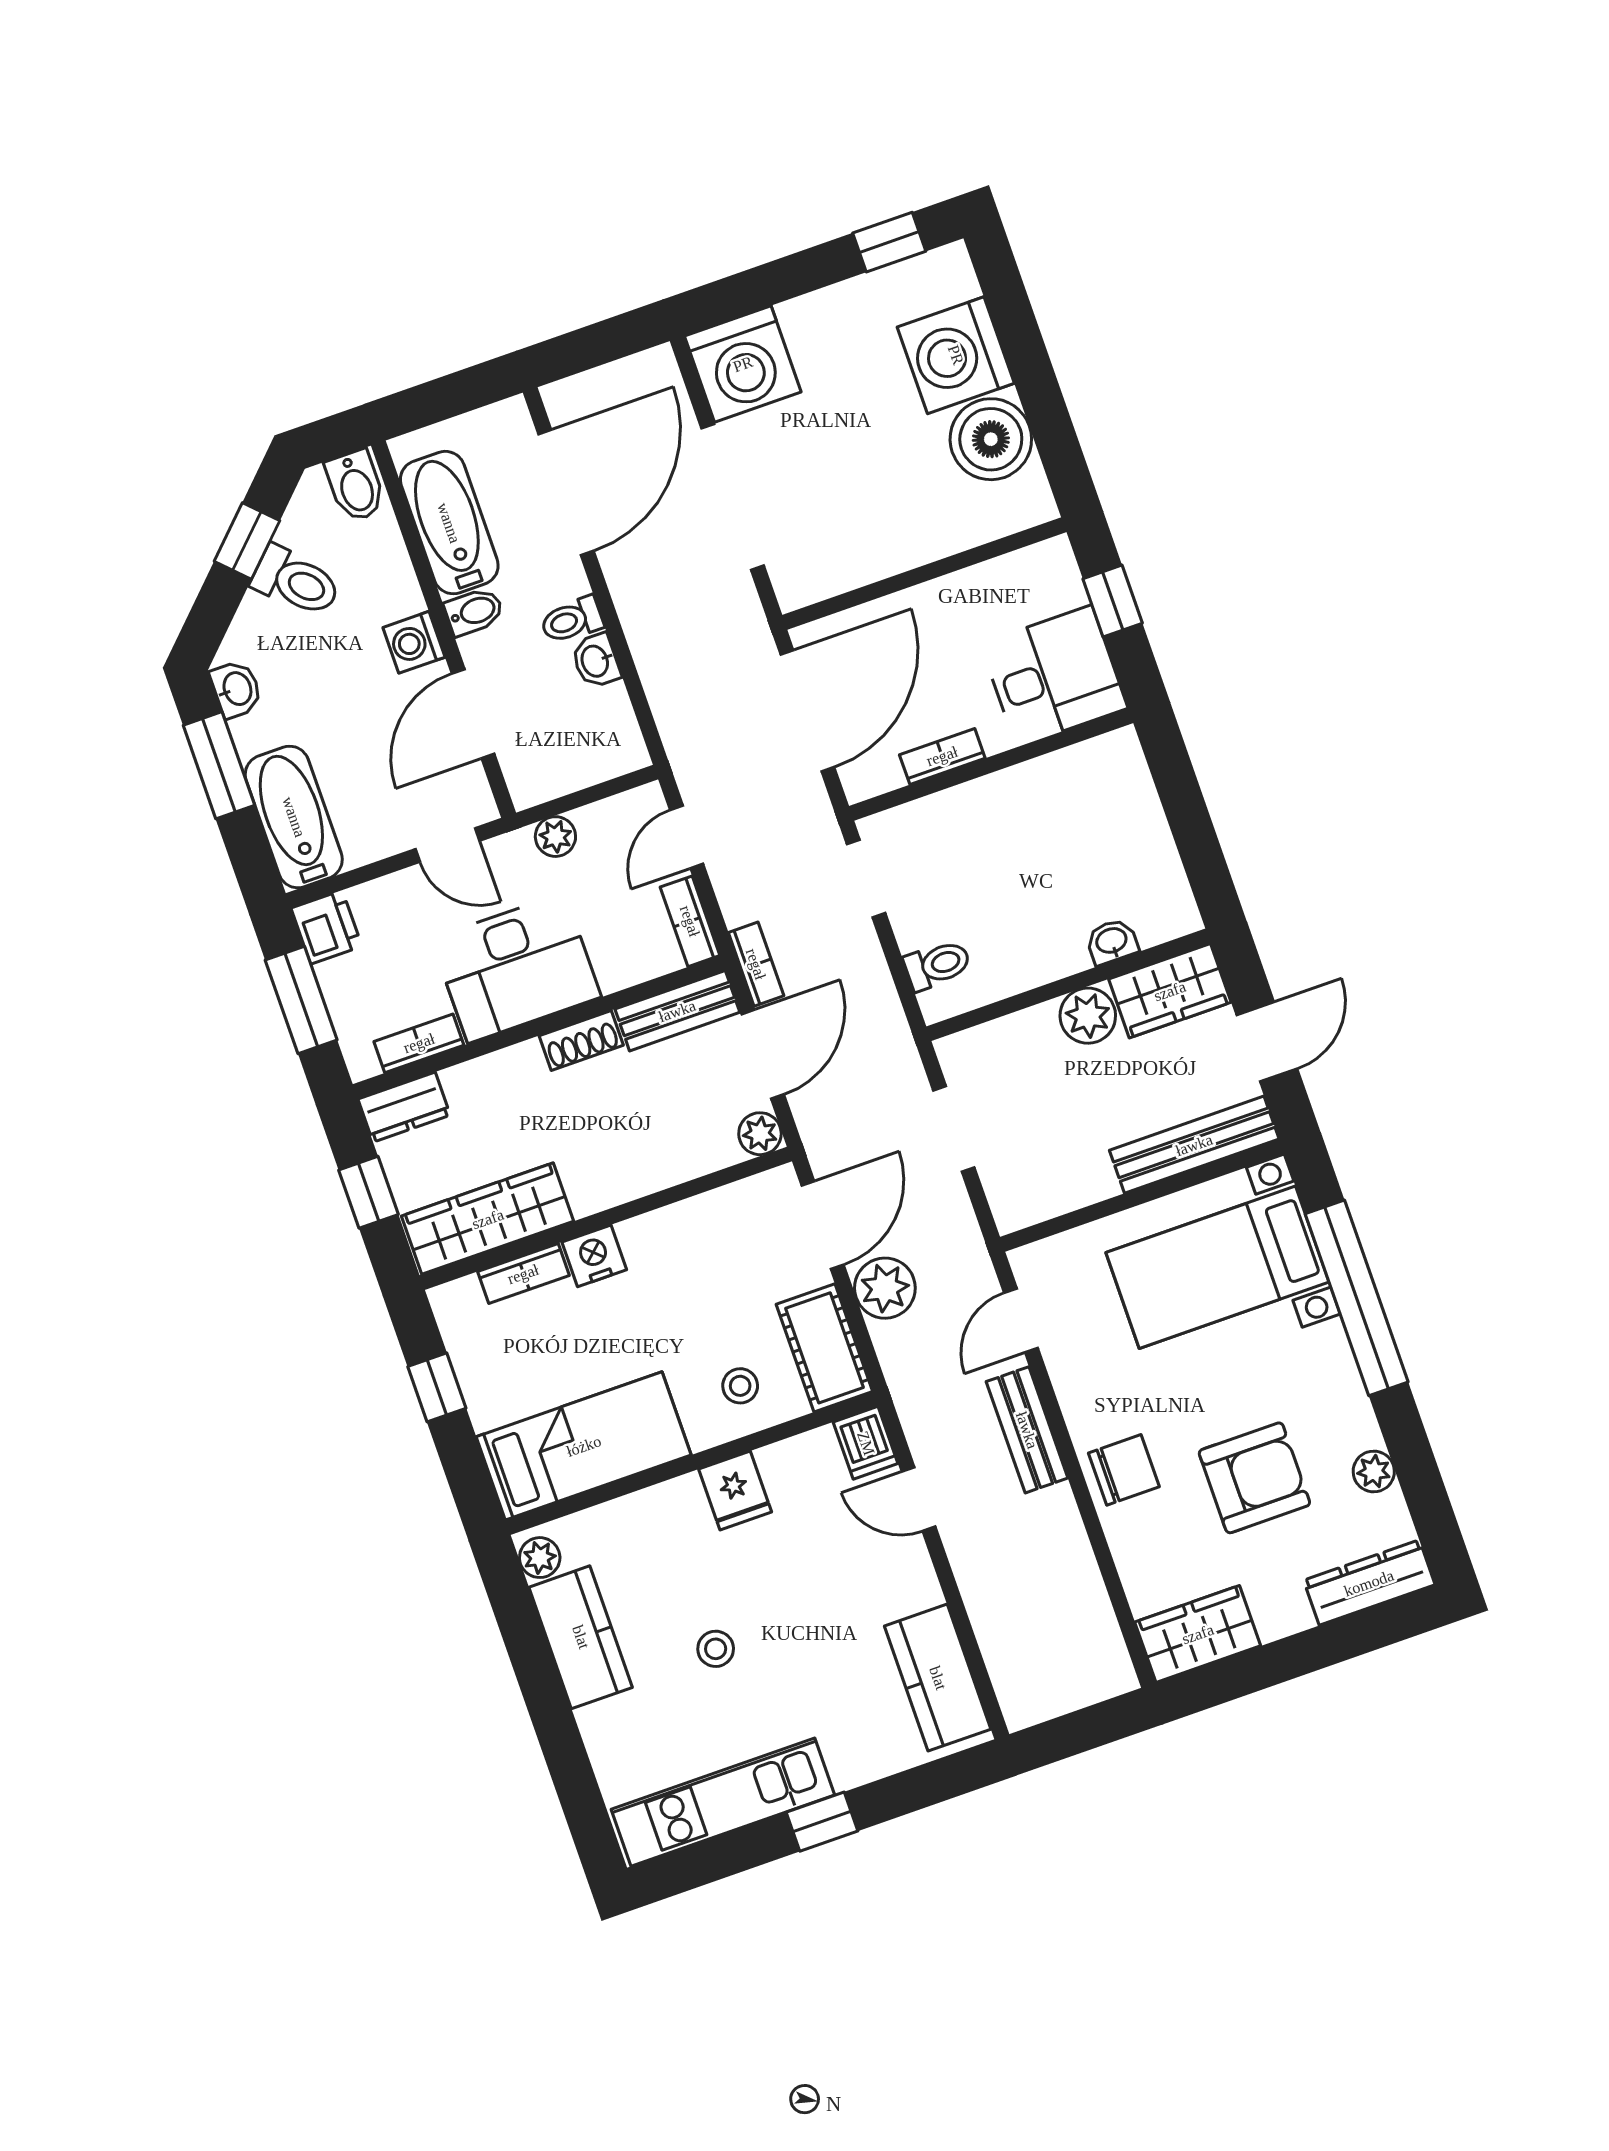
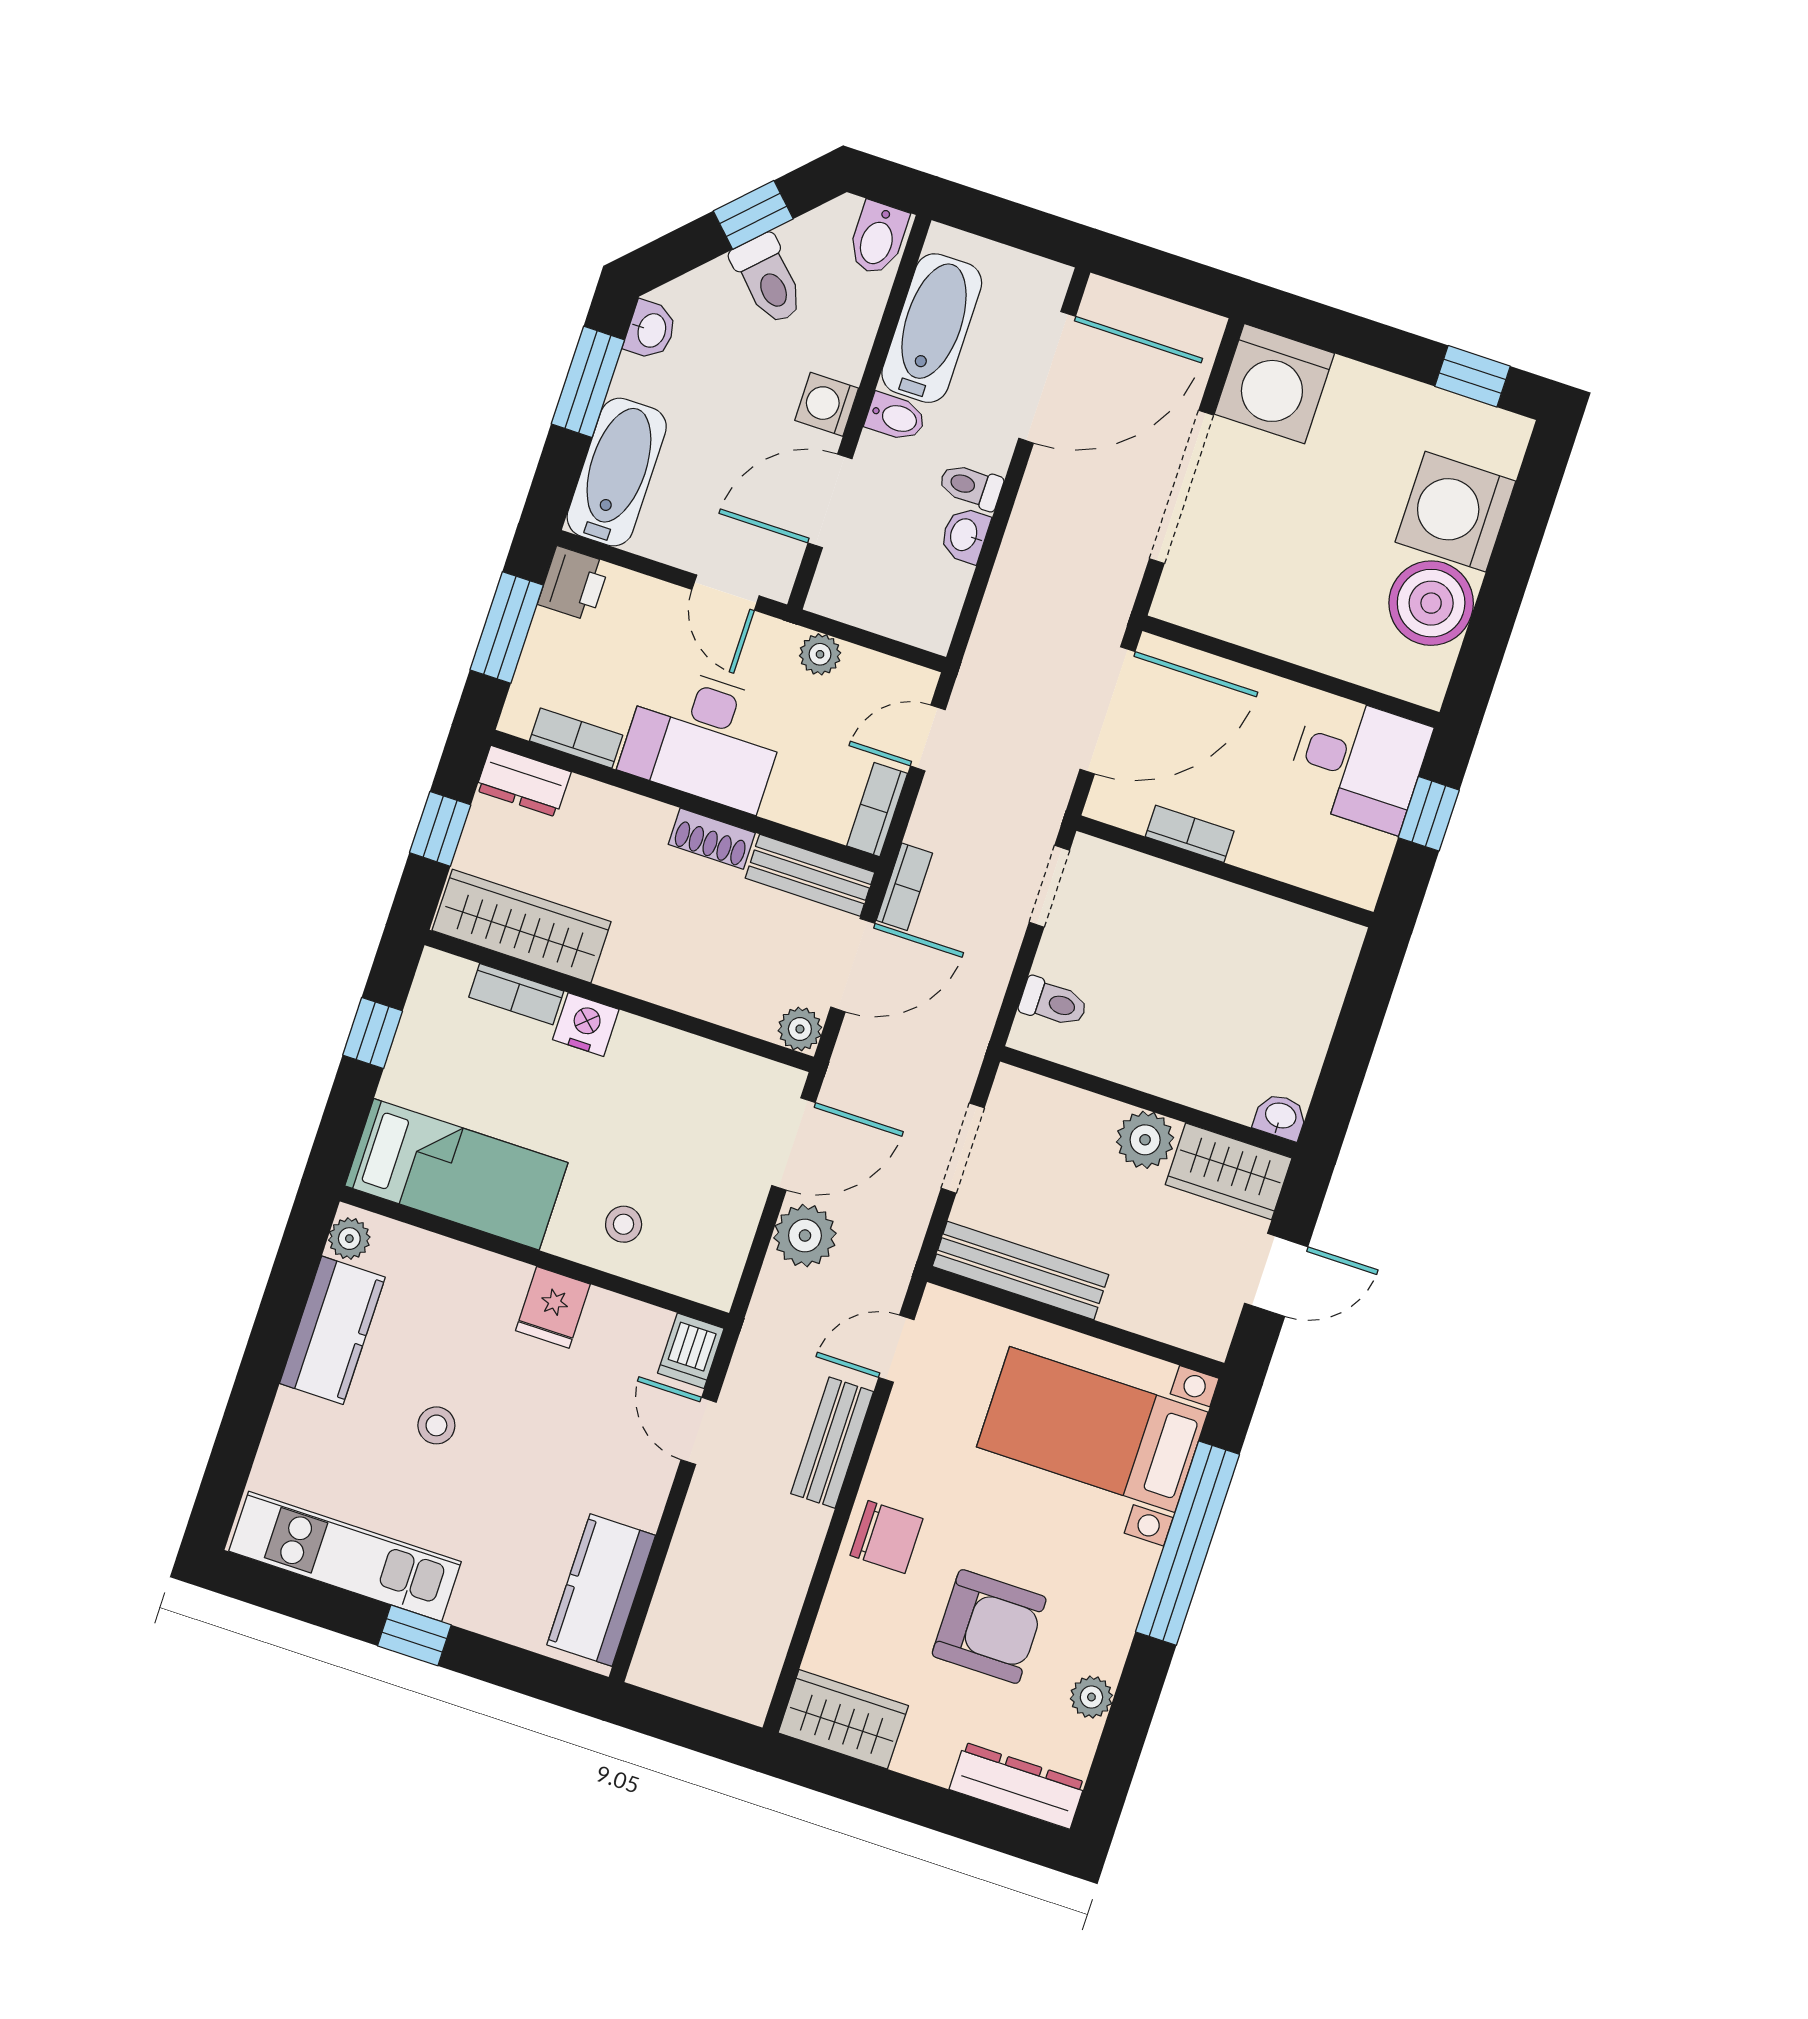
desk: (1054, 676) -> (1358, 763), moved
washbasin: (1112, 942) -> (1280, 1117), moved
bench: (1194, 1145) -> (1020, 1271), moved
cot: (824, 1348) -> (717, 1246), removed

